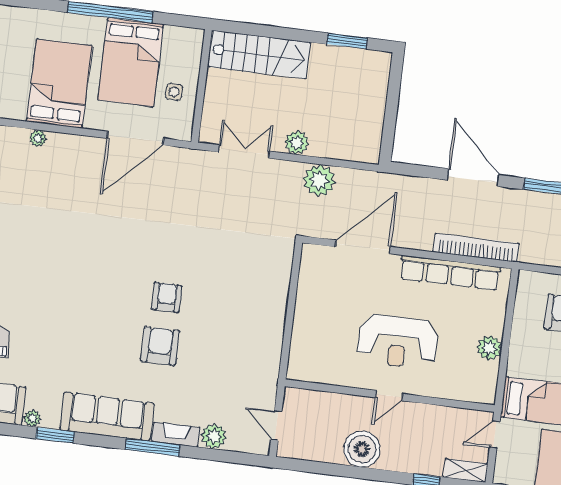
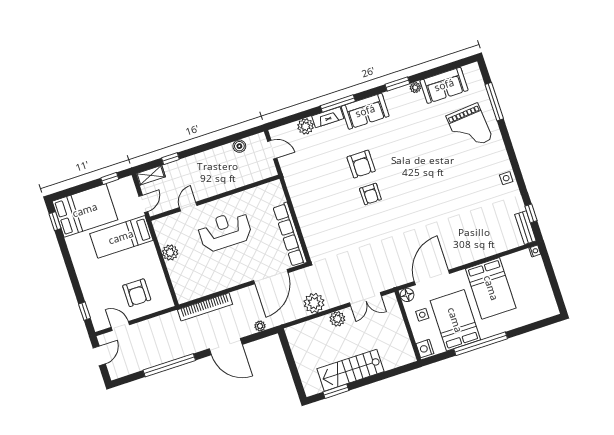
nightstand: (193, 42) -> (425, 349), added
stairs: (260, 55) -> (351, 370), moved
floor lamp: (182, 130) -> (407, 295), added
plant: (38, 138) -> (260, 326), moved
row of seats: (450, 273) -> (290, 235), moved, turned -90
door: (389, 396) -> (188, 207), moved
sofa: (107, 417) -> (365, 111), width x0.73
boiler: (362, 449) -> (239, 146), moved, width x0.54, depth x0.54

